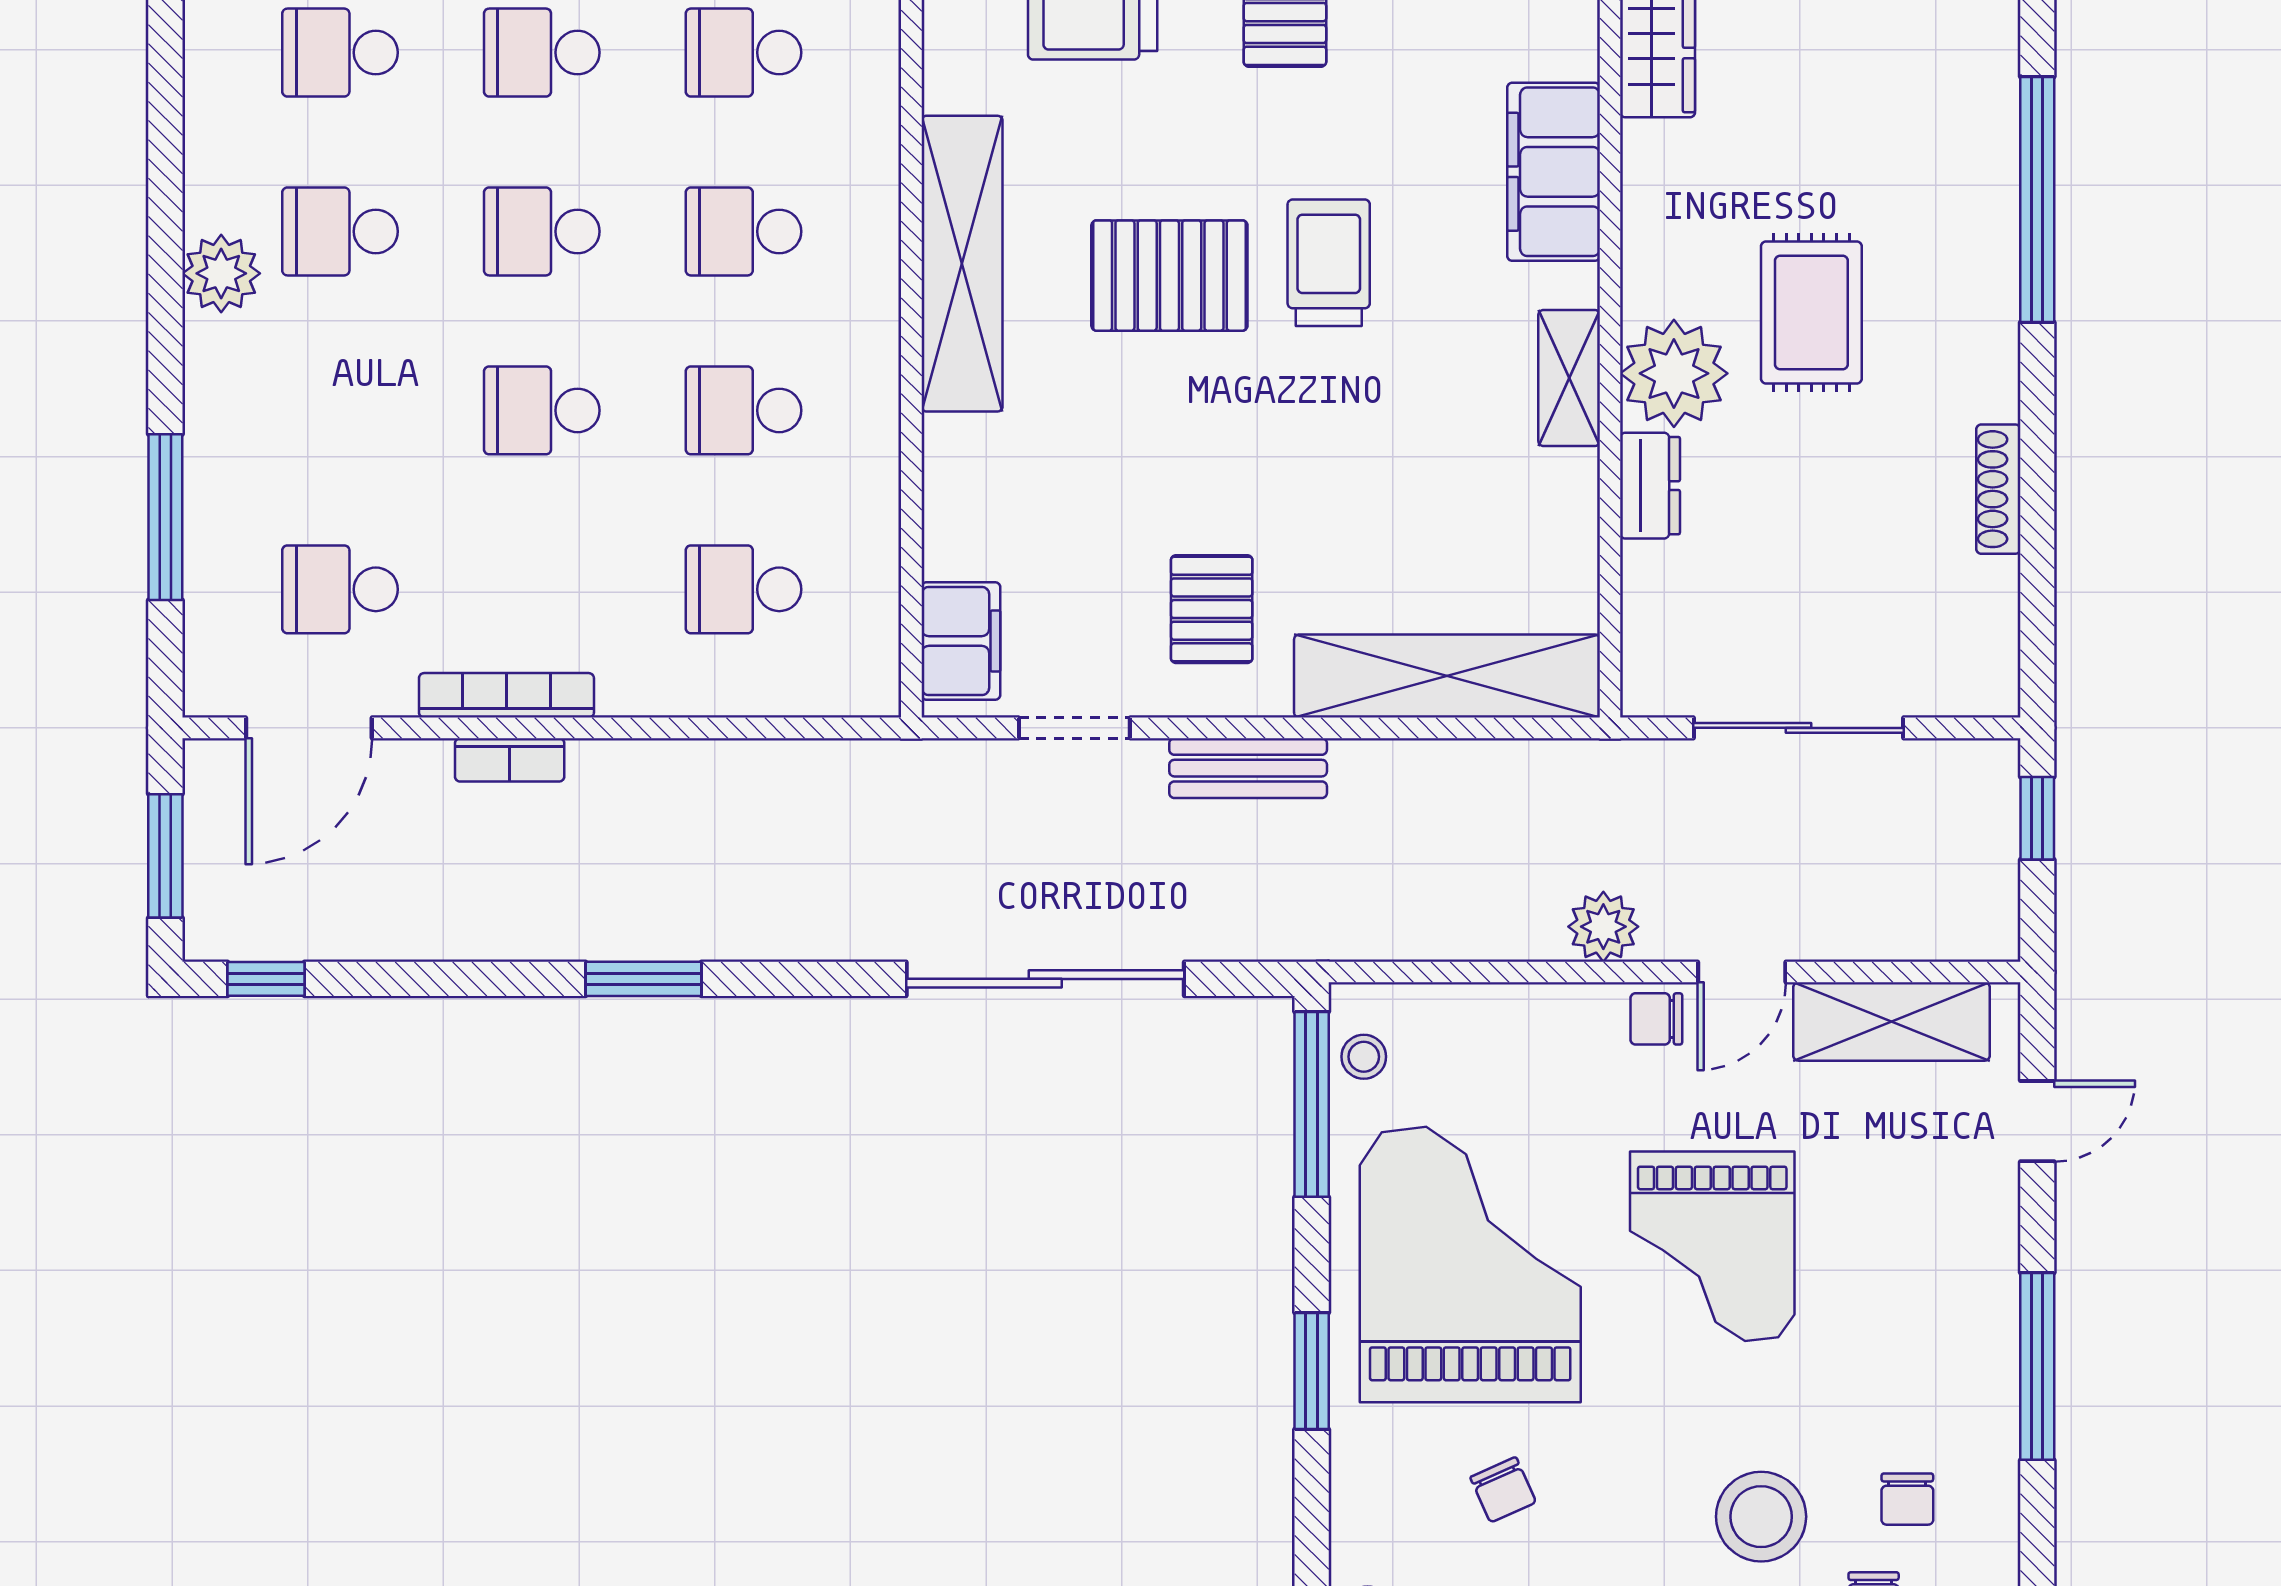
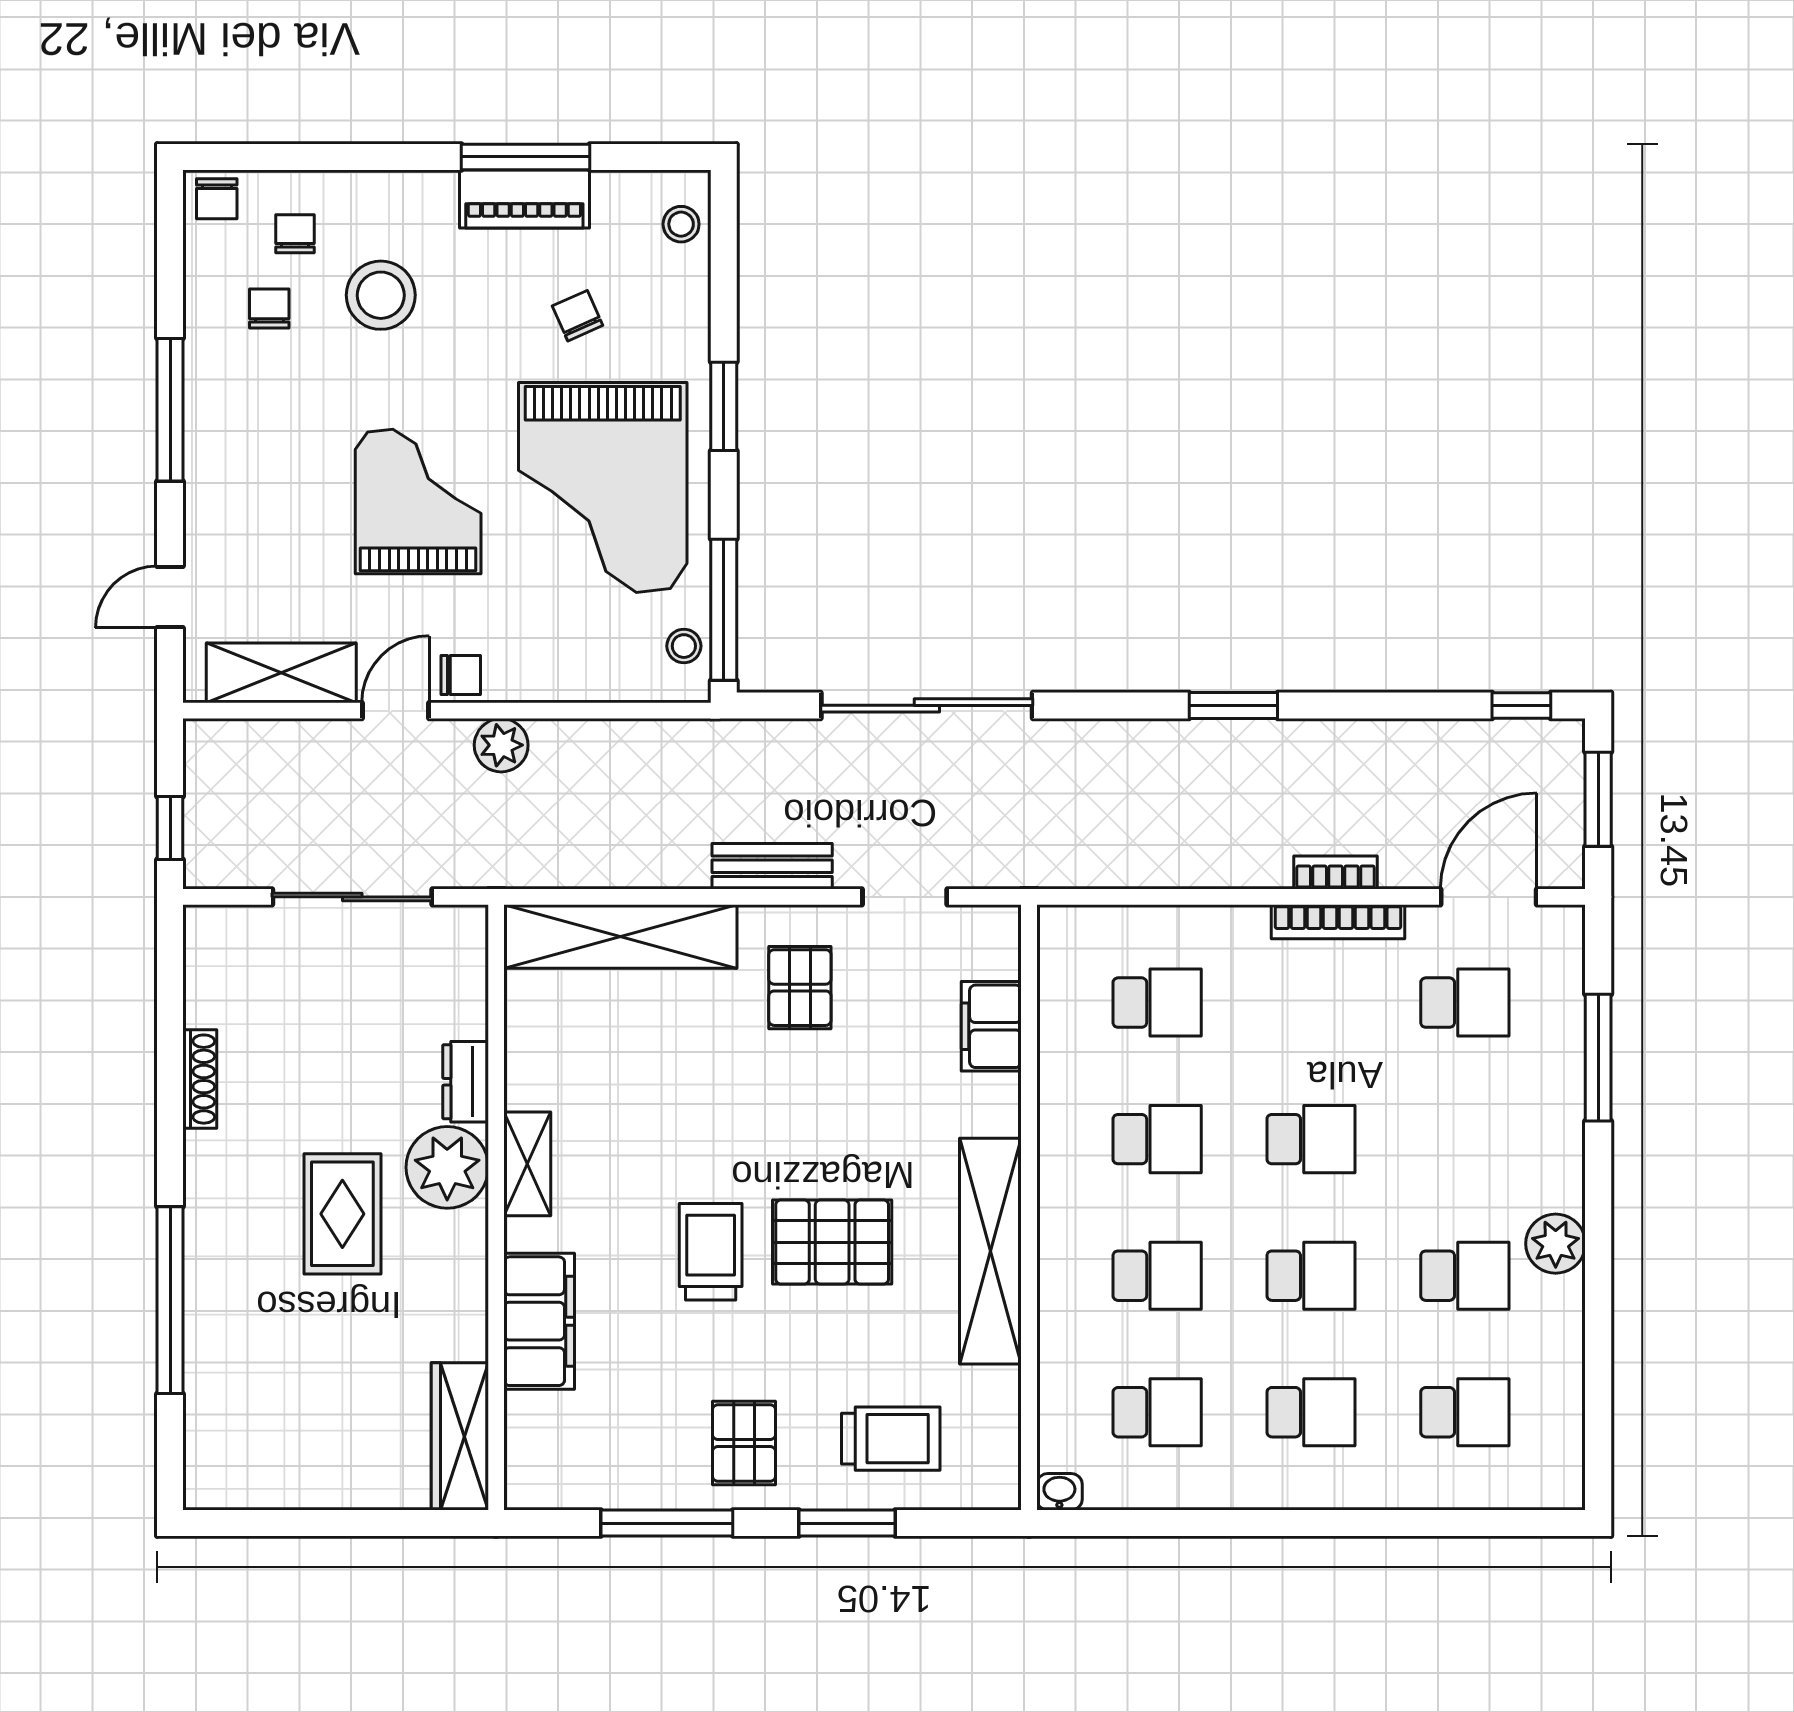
trolley: (1329, 263) -> (711, 1252), turned 180
filing cabinet: (961, 641) -> (991, 1026), moved

